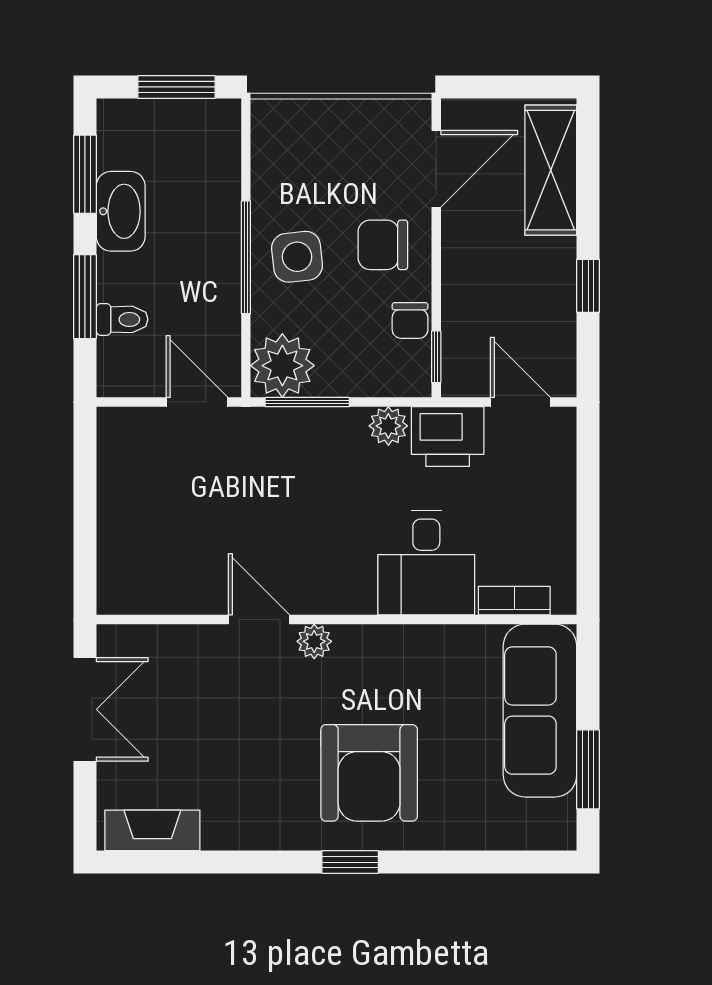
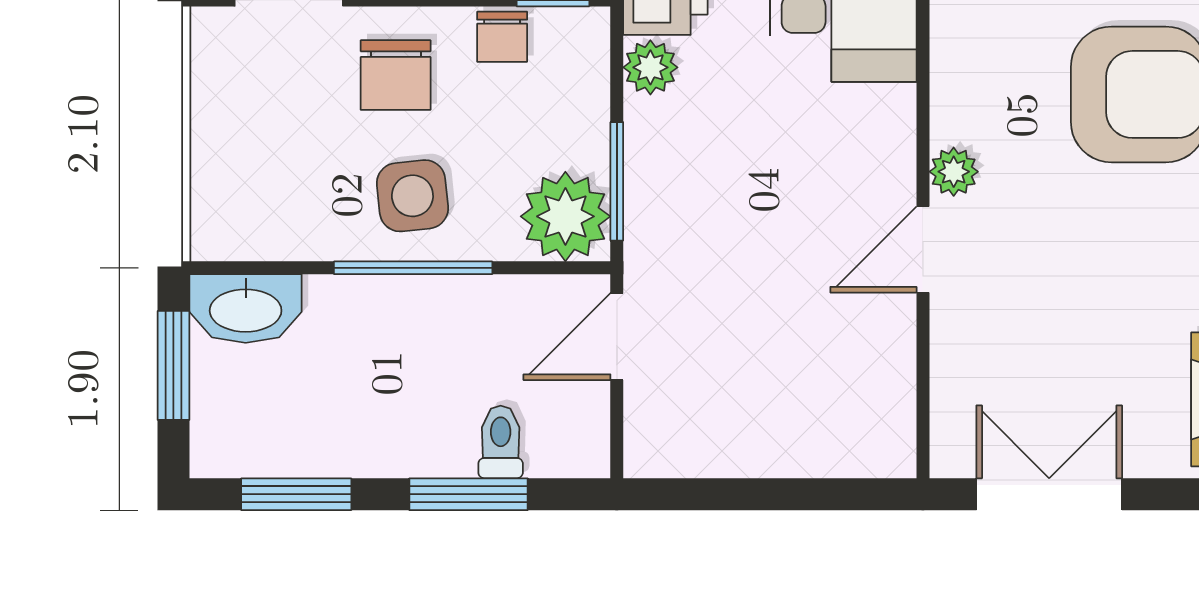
washbasin: (121, 211) -> (246, 308), moved, turned 180
chair: (410, 320) -> (502, 37), turned 90

